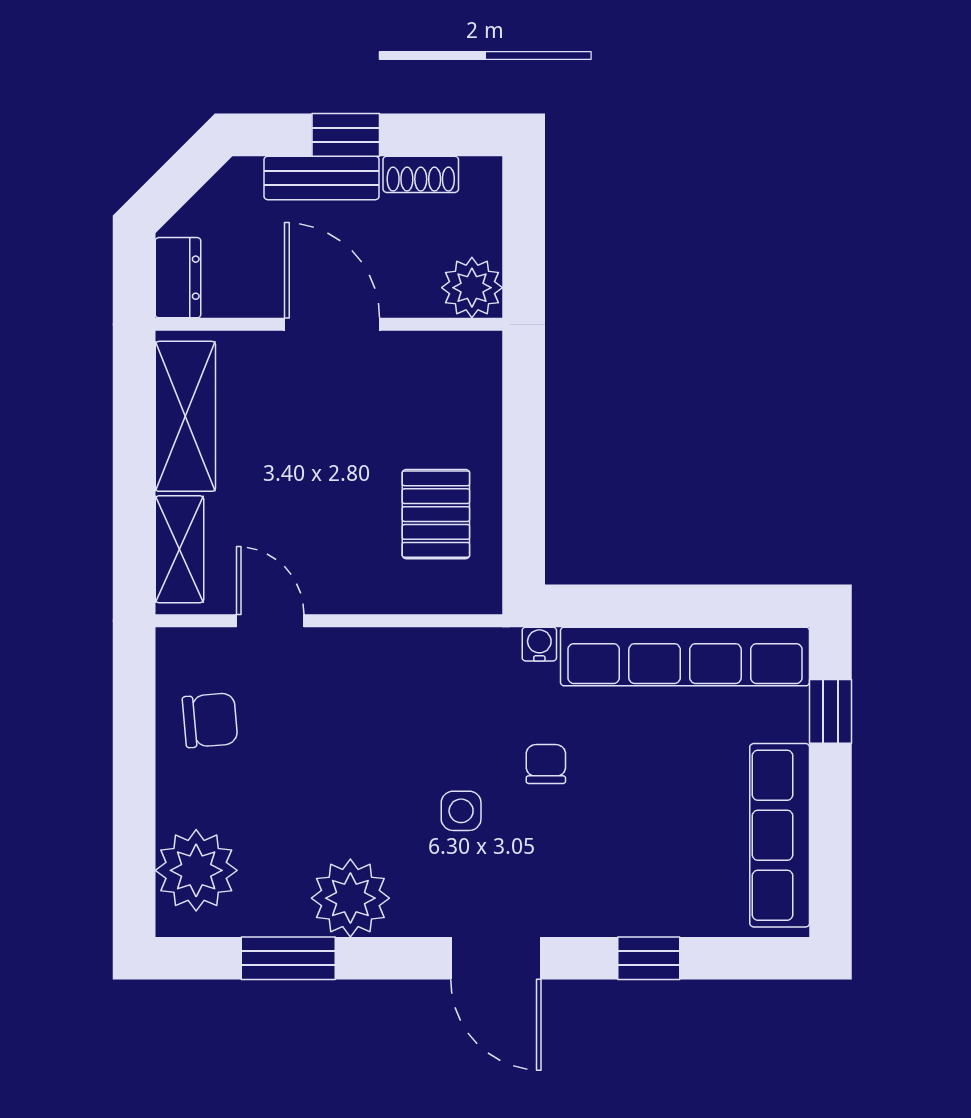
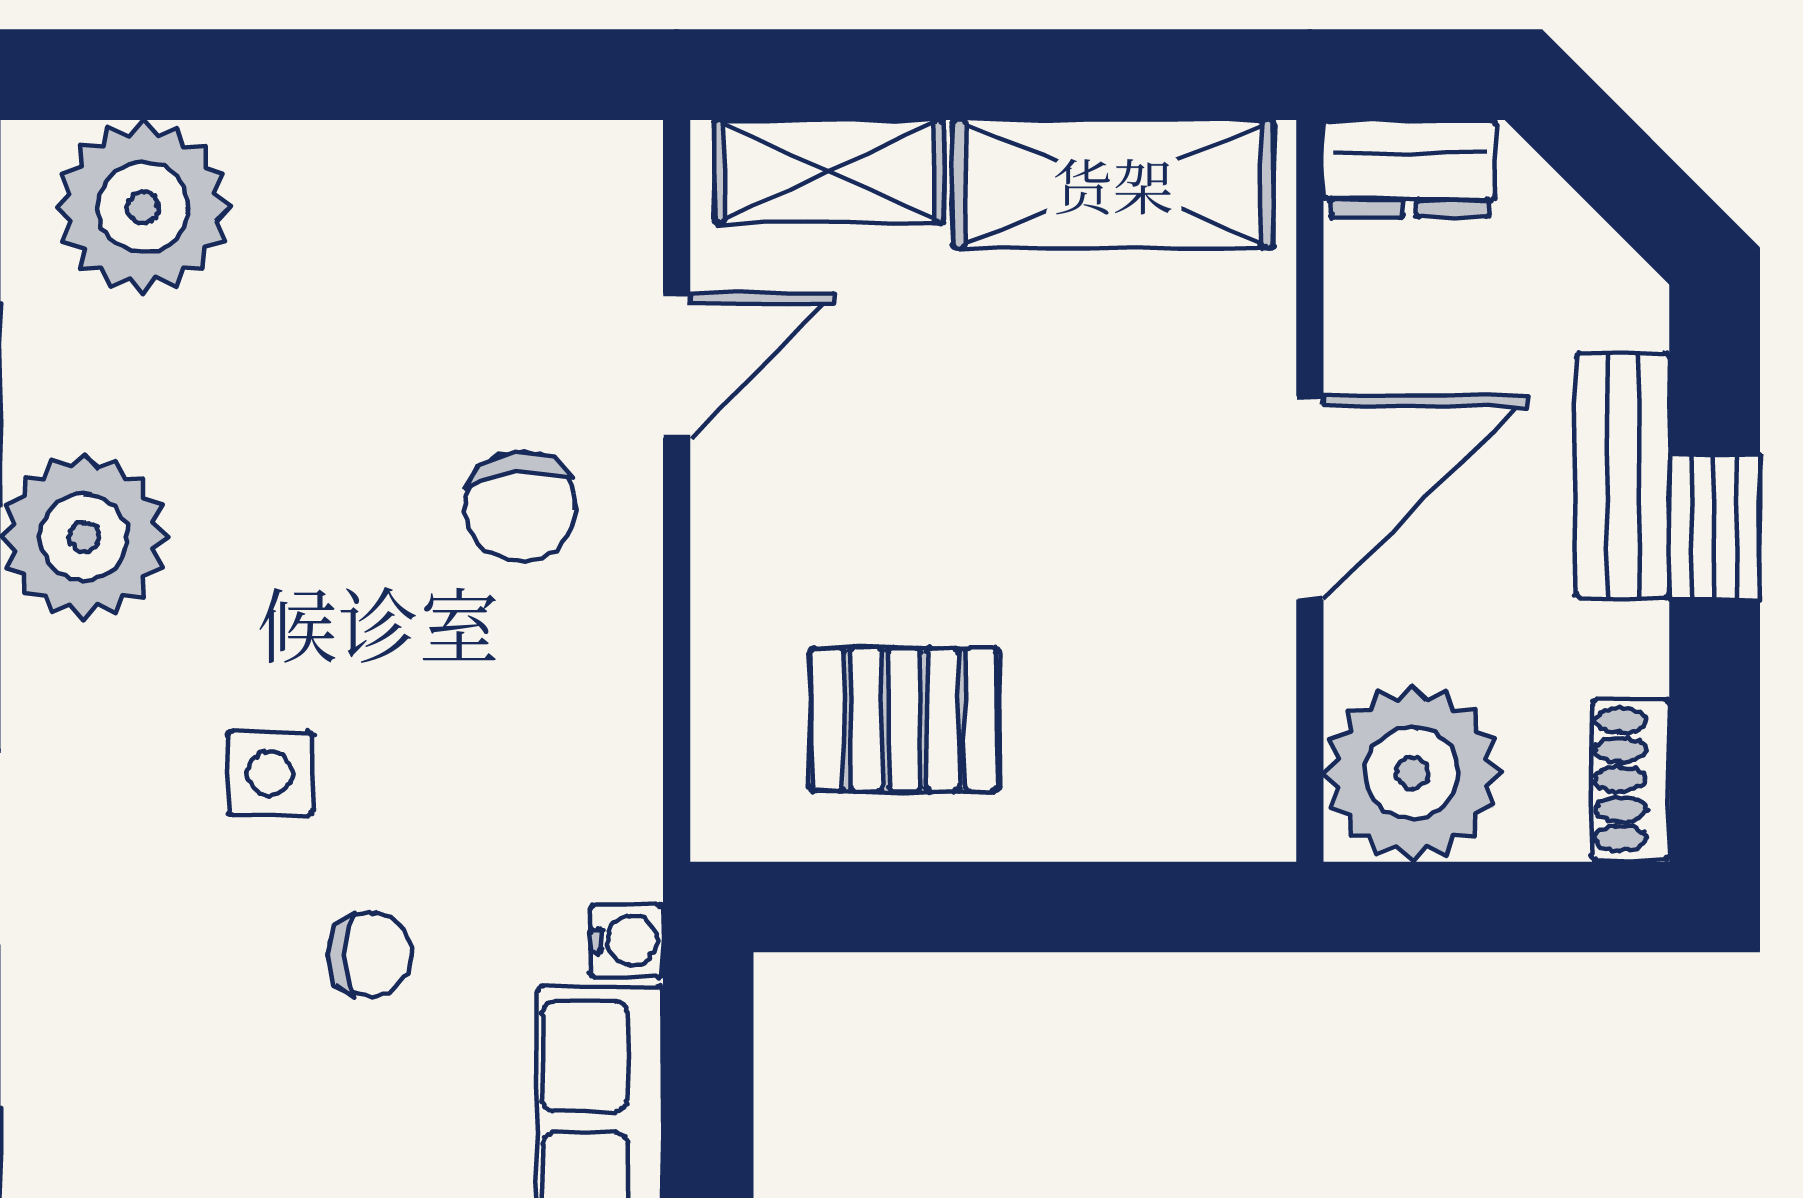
shoe rack: (421, 174) -> (1630, 779), moved
plant: (472, 288) -> (1412, 773), width x1.36, depth x1.36
chair: (210, 720) -> (520, 506), moved

